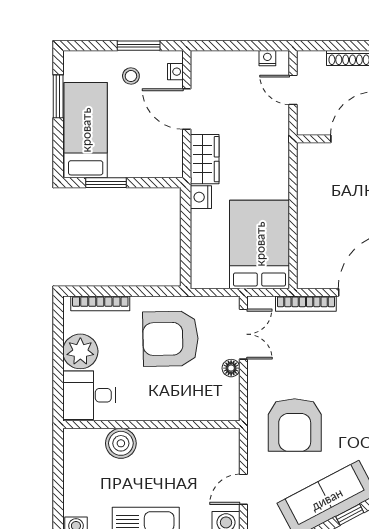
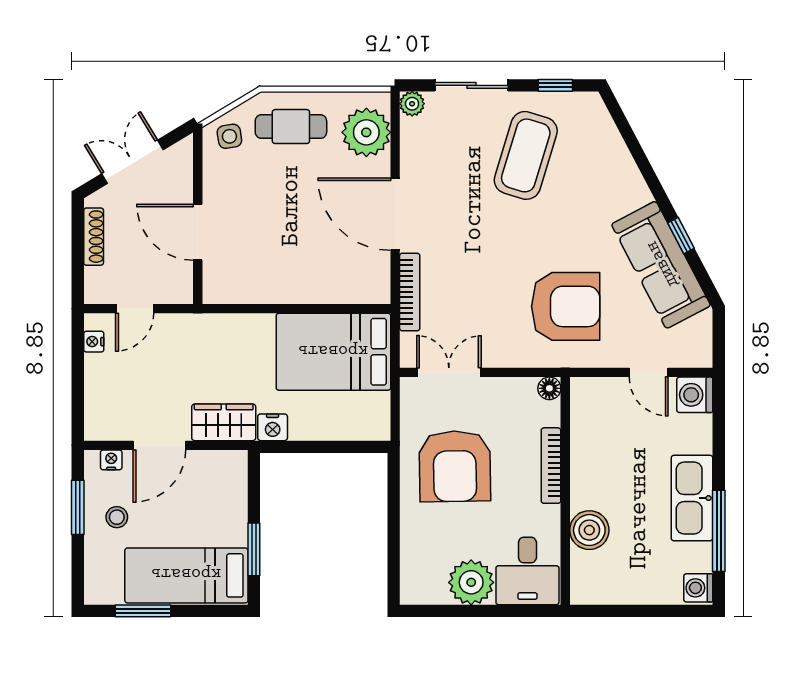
bookcase: (100, 303) -> (551, 466), moved, turned 180
floor lamp: (231, 368) -> (549, 388), moved

